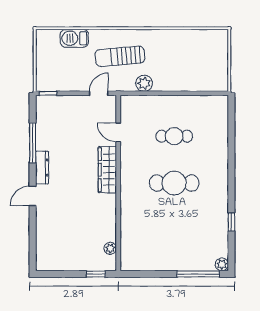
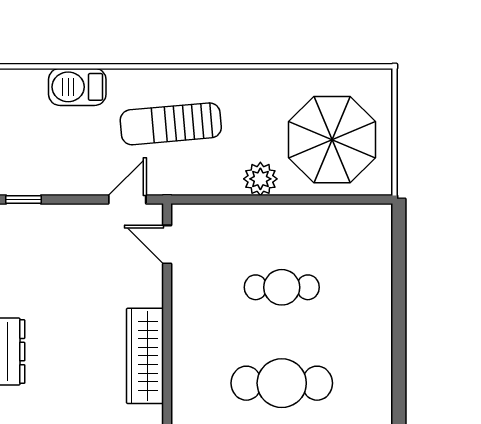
parasol: (199, 64) -> (332, 140), added
plant: (144, 83) -> (260, 179), moved
door: (118, 132) -> (167, 245), moved

